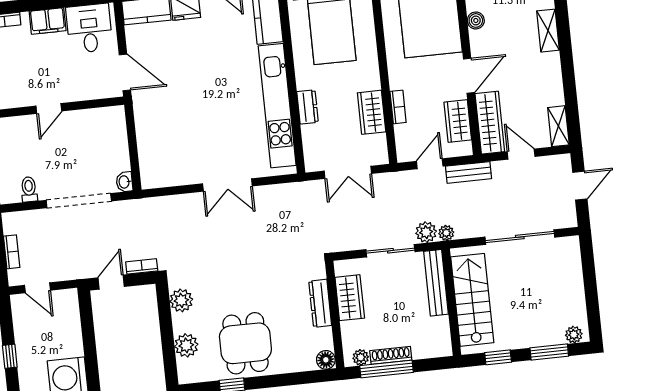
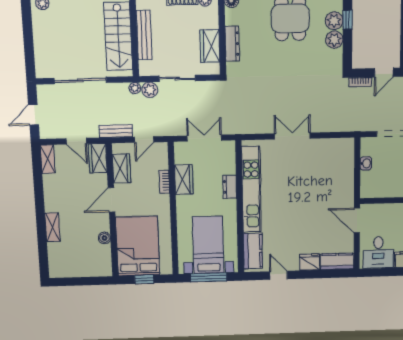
wardrobe: (490, 123) -> (98, 158), width x0.67
washbasin: (124, 182) -> (366, 163), moved
bench: (436, 283) -> (144, 35), moved
plant: (181, 300) -> (334, 40), moved
window: (168, 348) -> (347, 20), added

